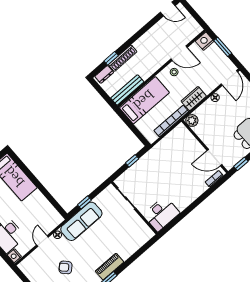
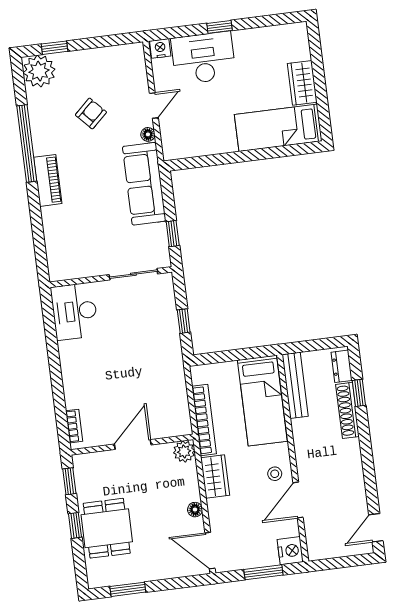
door: (214, 158) -> (133, 445), moved
window: (84, 203) -> (173, 234), moved
door: (42, 241) -> (154, 105), hinge flipped

